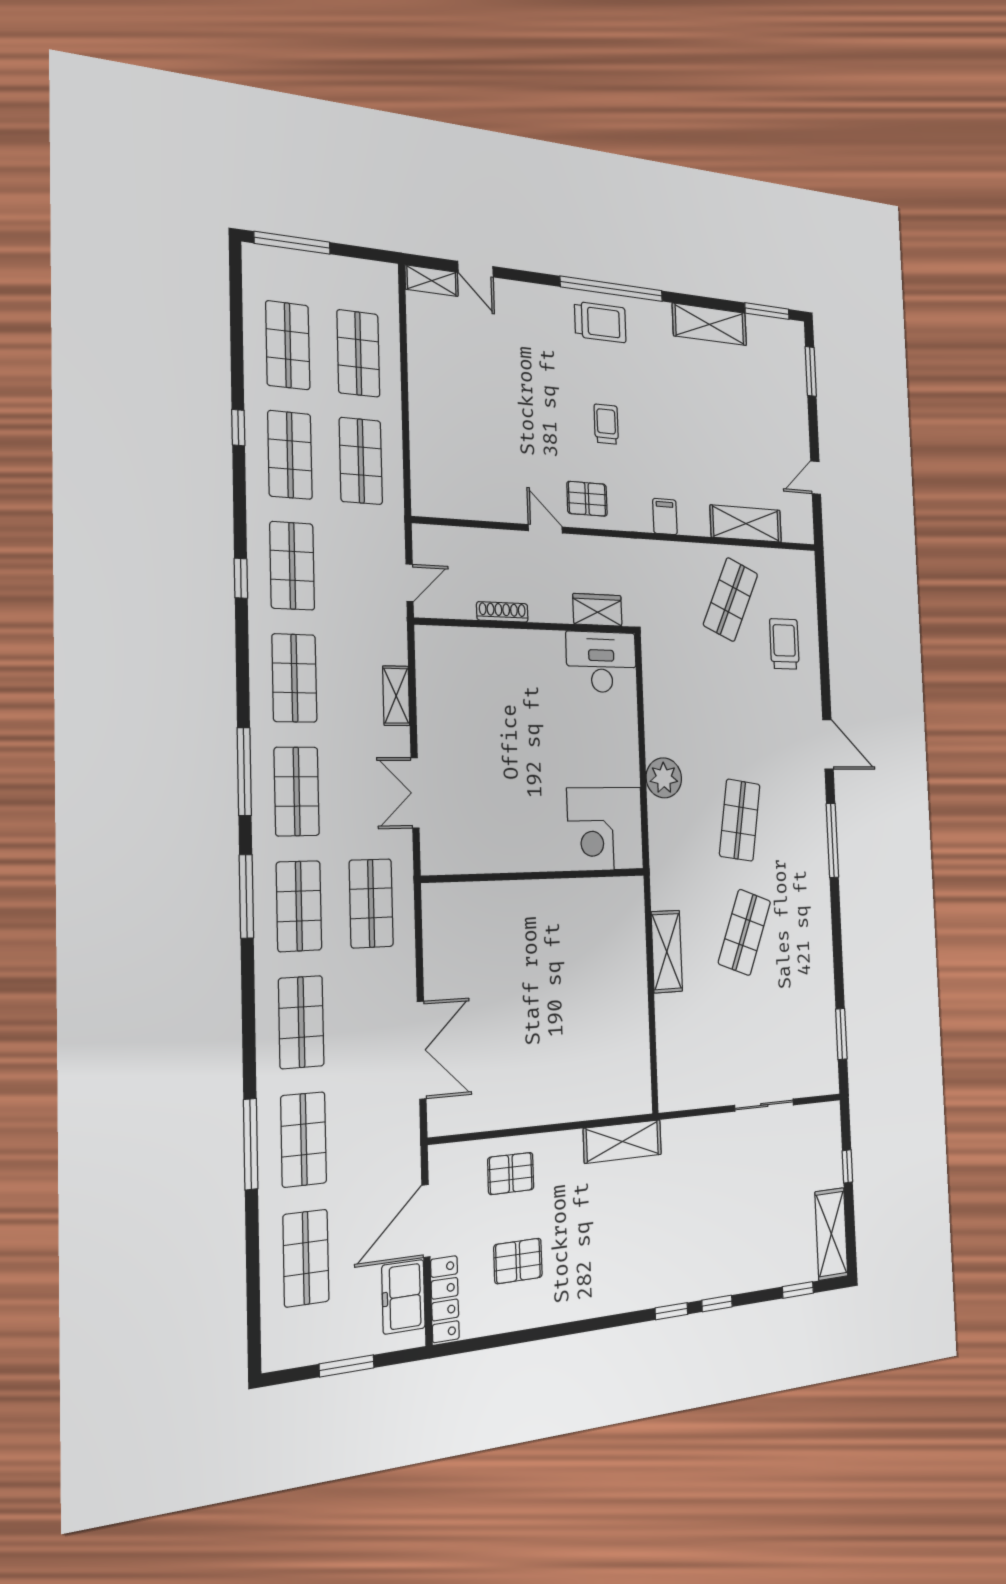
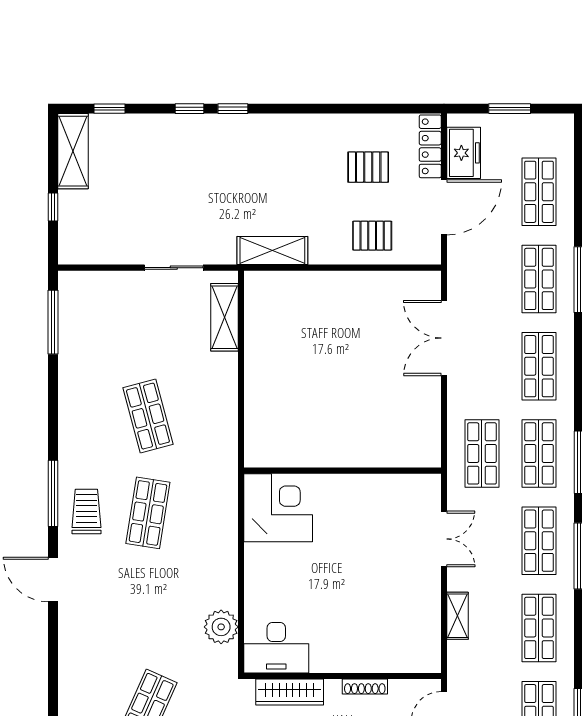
wardrobe: (597, 610) -> (290, 692), width x1.50
trolley: (784, 644) -> (86, 511), moved, turned 180
plant: (664, 778) -> (221, 627), moved
shop shelf: (744, 932) -> (148, 416), turned -36
shelving: (667, 952) -> (225, 317), moved
window: (841, 1034) -> (53, 322), width x1.44
sliding door: (764, 1105) -> (174, 268), moved

